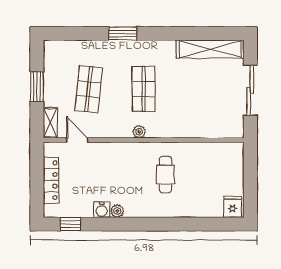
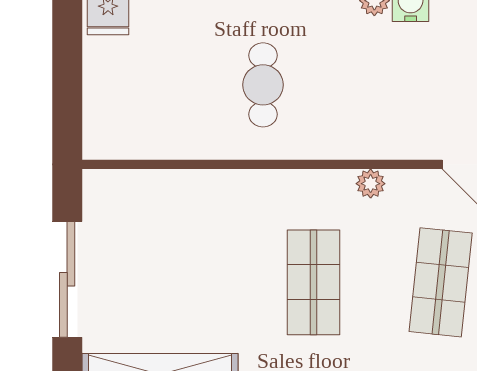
plant: (139, 132) -> (371, 184), moved

